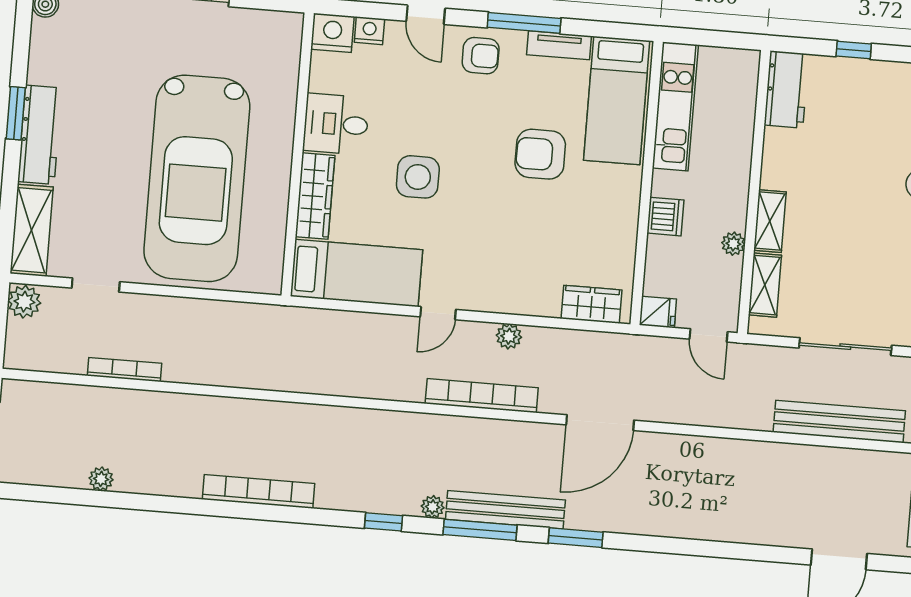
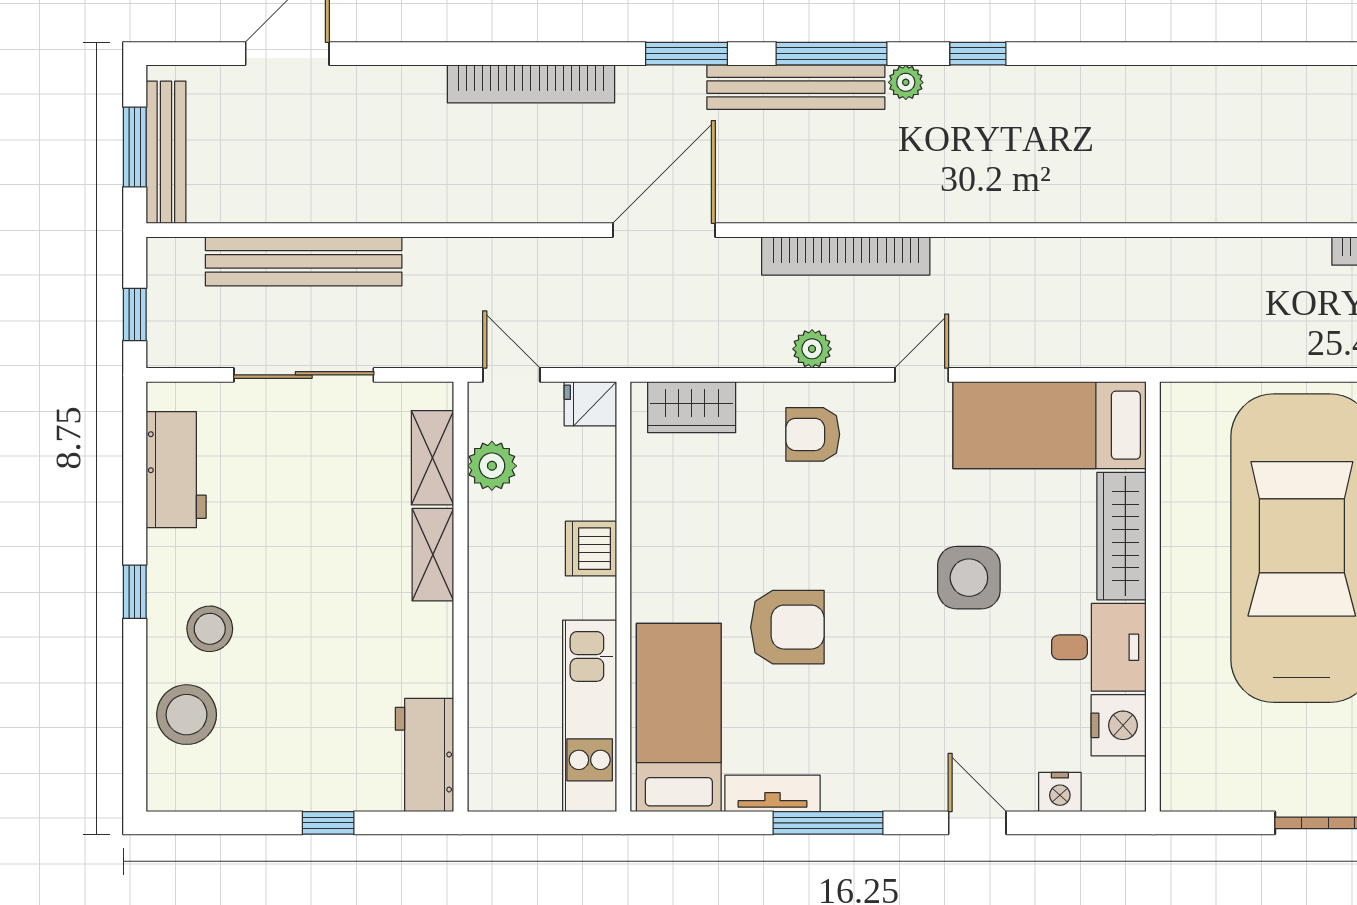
nightstand: (332, 33) -> (1119, 725), moved, turned -90
armchair: (481, 56) -> (813, 434), moved
plant: (733, 244) -> (492, 466), moved, width x1.38, depth x1.38
bookcase: (258, 491) -> (531, 84), moved

